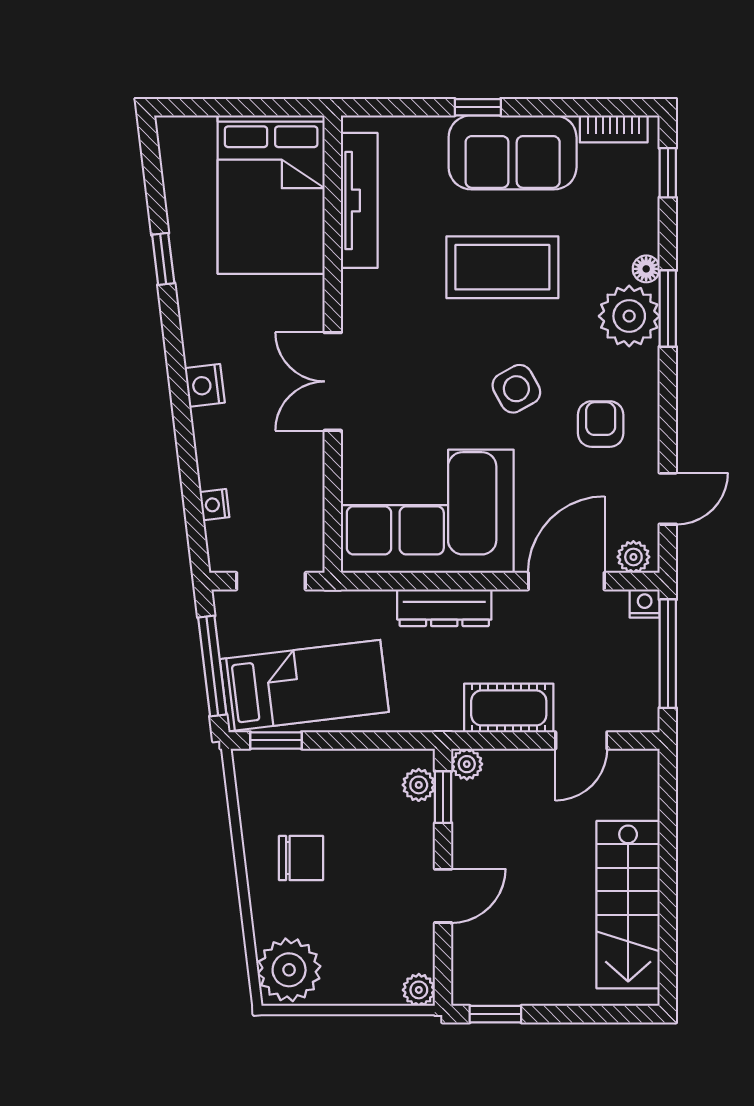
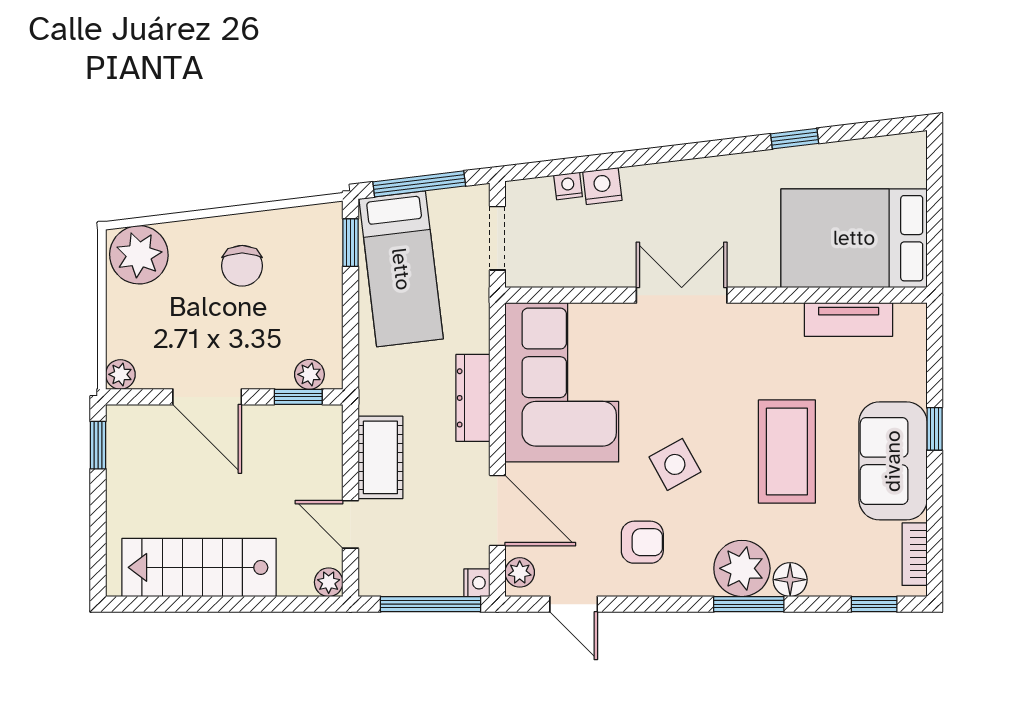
tv unit: (359, 200) -> (849, 319), width x0.71
floor lamp: (646, 269) -> (790, 580), width x1.37, depth x1.37
nightstand: (205, 385) -> (602, 186), moved
plant: (467, 764) -> (329, 582), moved
door: (443, 896) -> (207, 397), width x1.38

